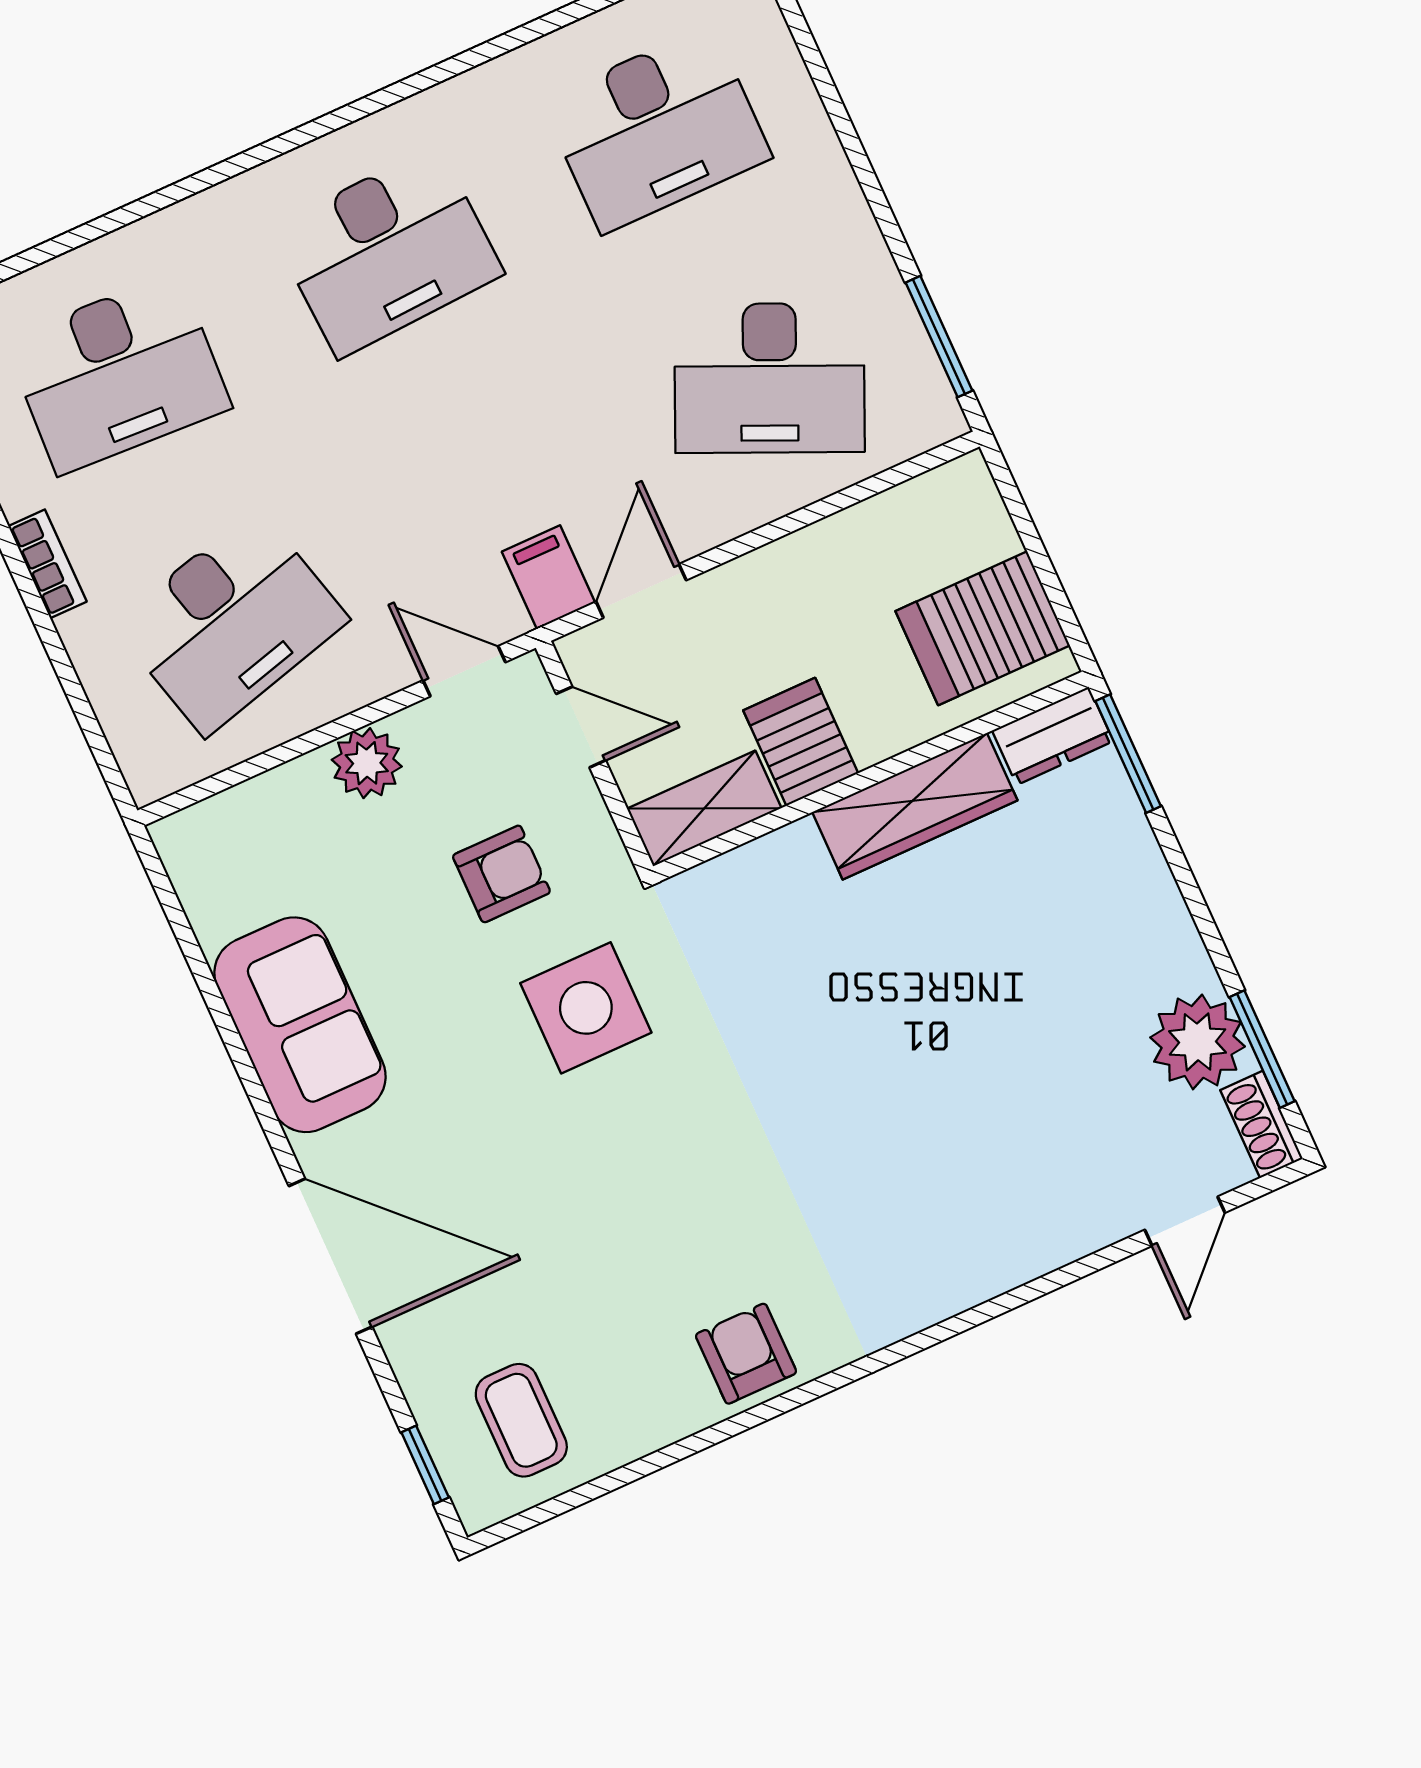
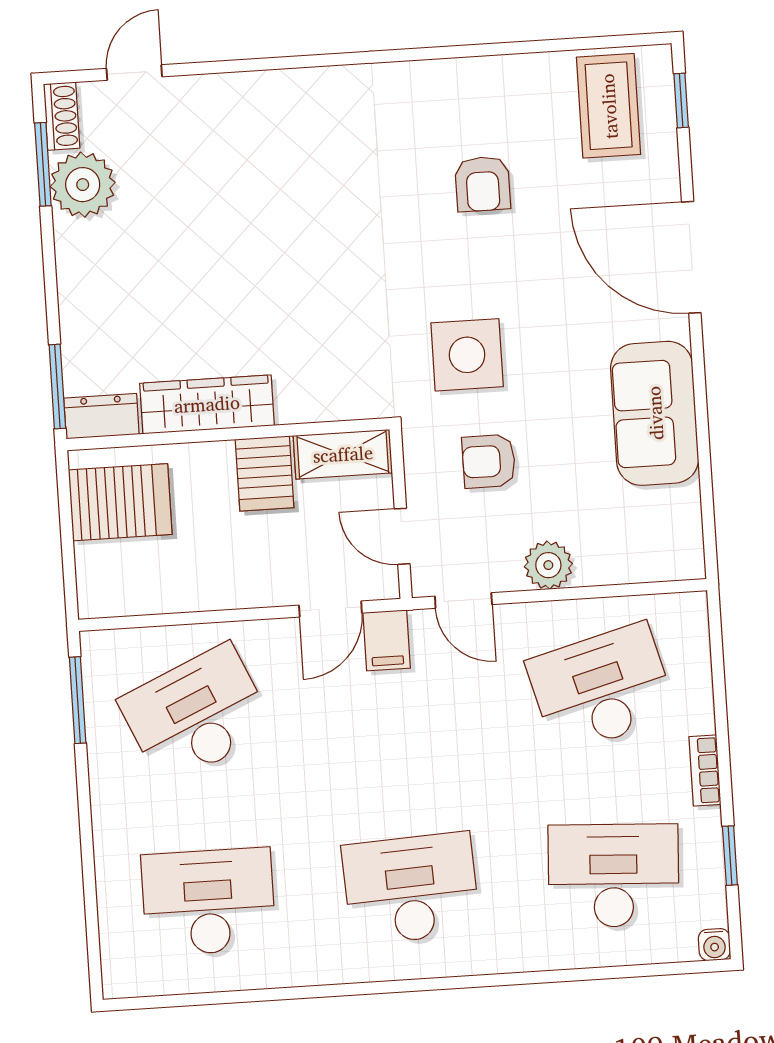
desk: (770, 378) -> (196, 715), turned -48
armchair: (746, 1354) -> (483, 184), moved
coffee table: (521, 1420) -> (609, 106), width x1.36, depth x1.30

